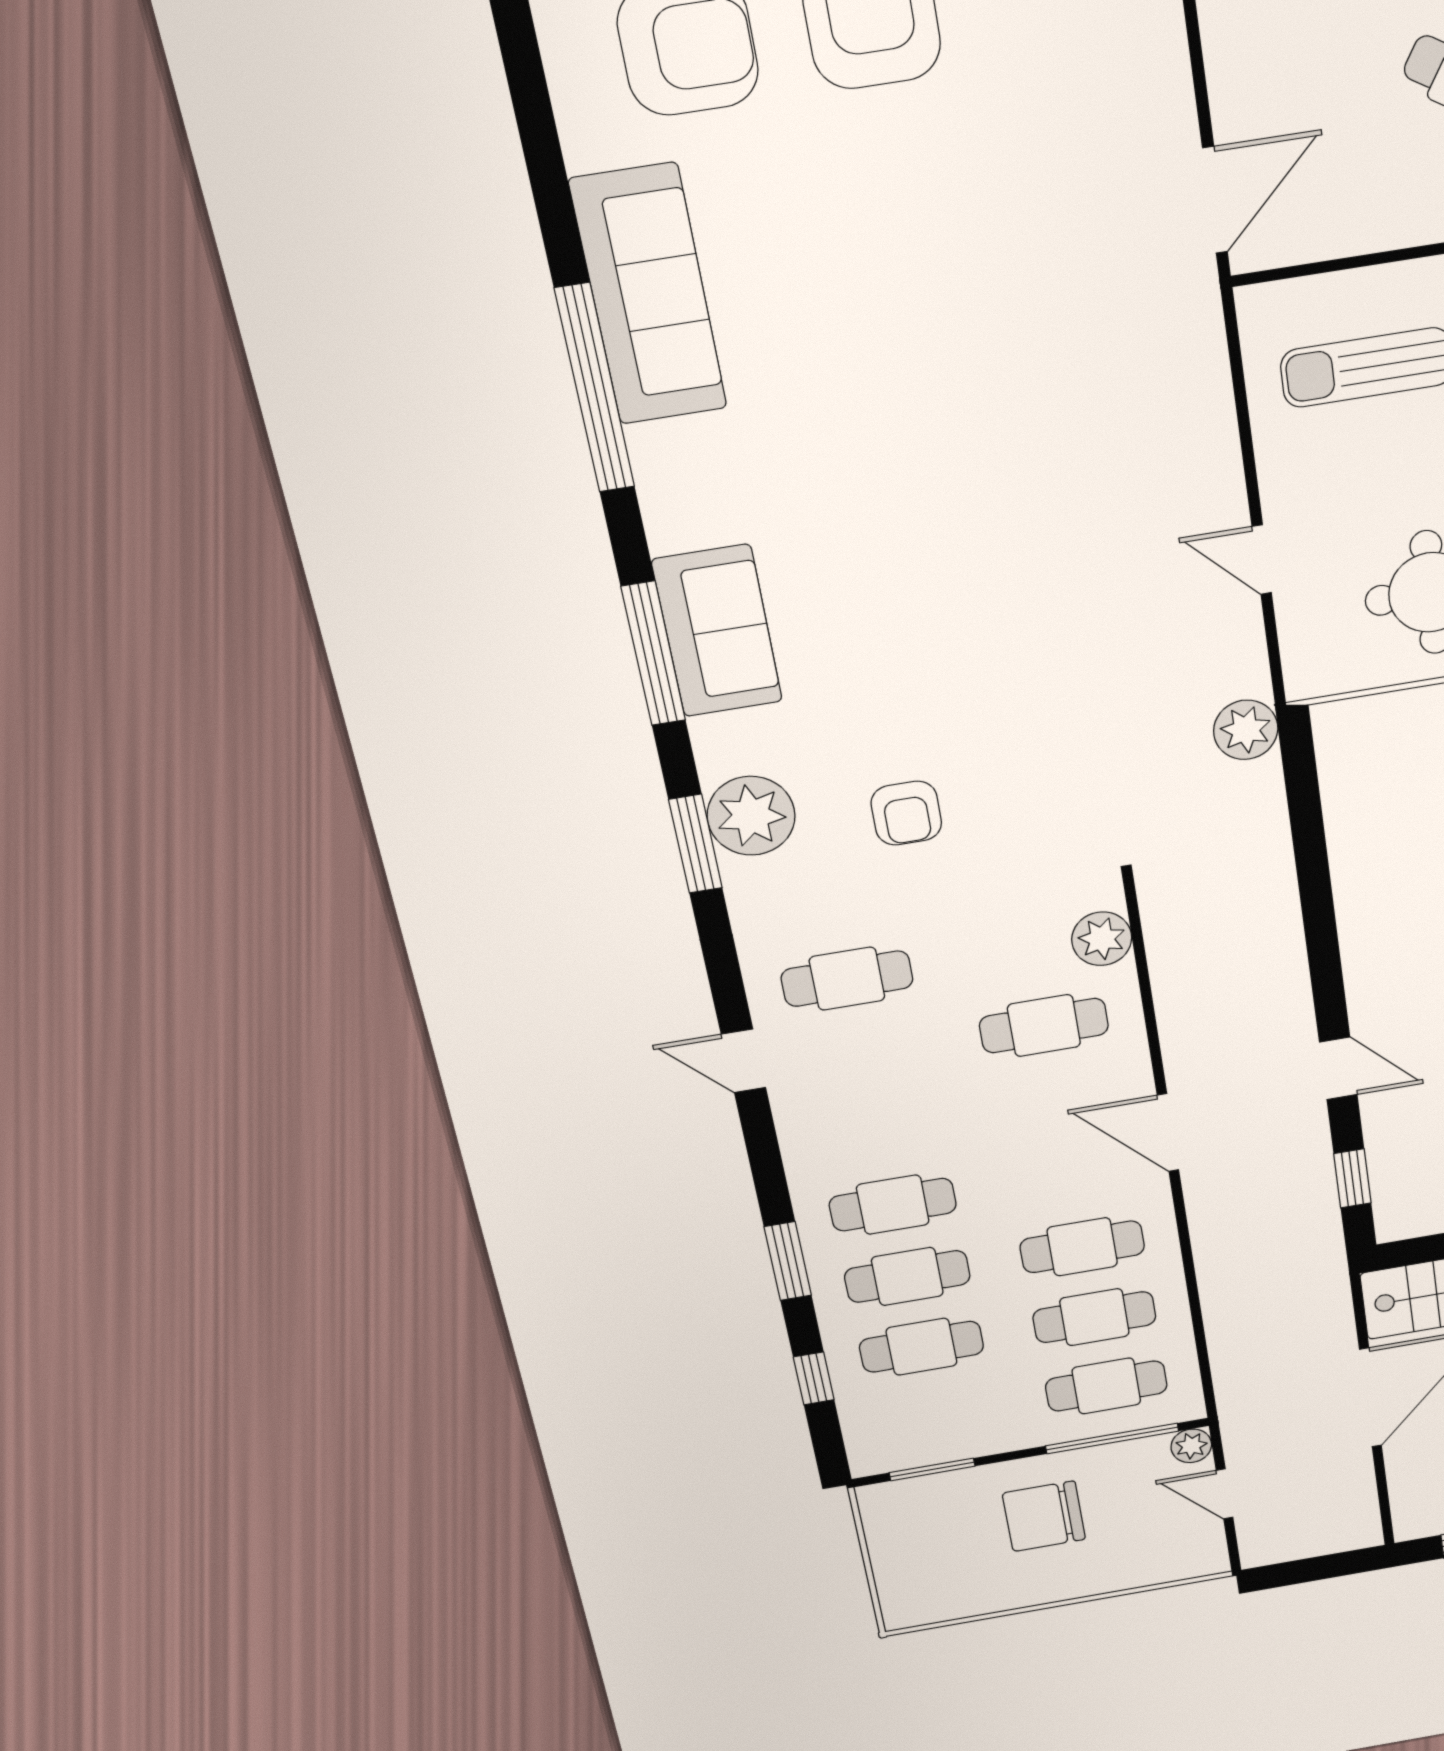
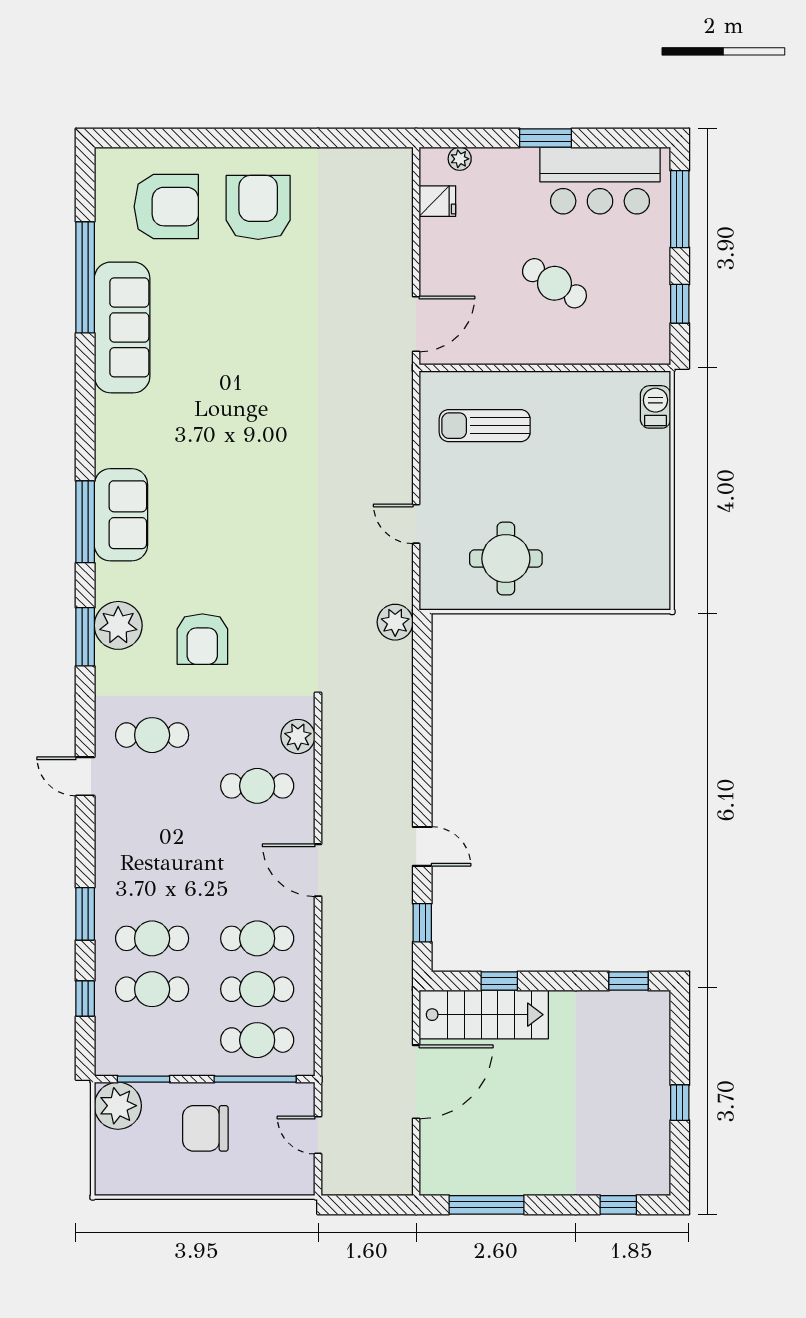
window: (595, 388) -> (85, 277), moved
armchair: (906, 813) -> (202, 639), width x1.38, depth x1.38
cafe table: (893, 1205) -> (152, 888), removed
plant: (1191, 1446) -> (118, 1106), moved, width x1.88, depth x1.88

